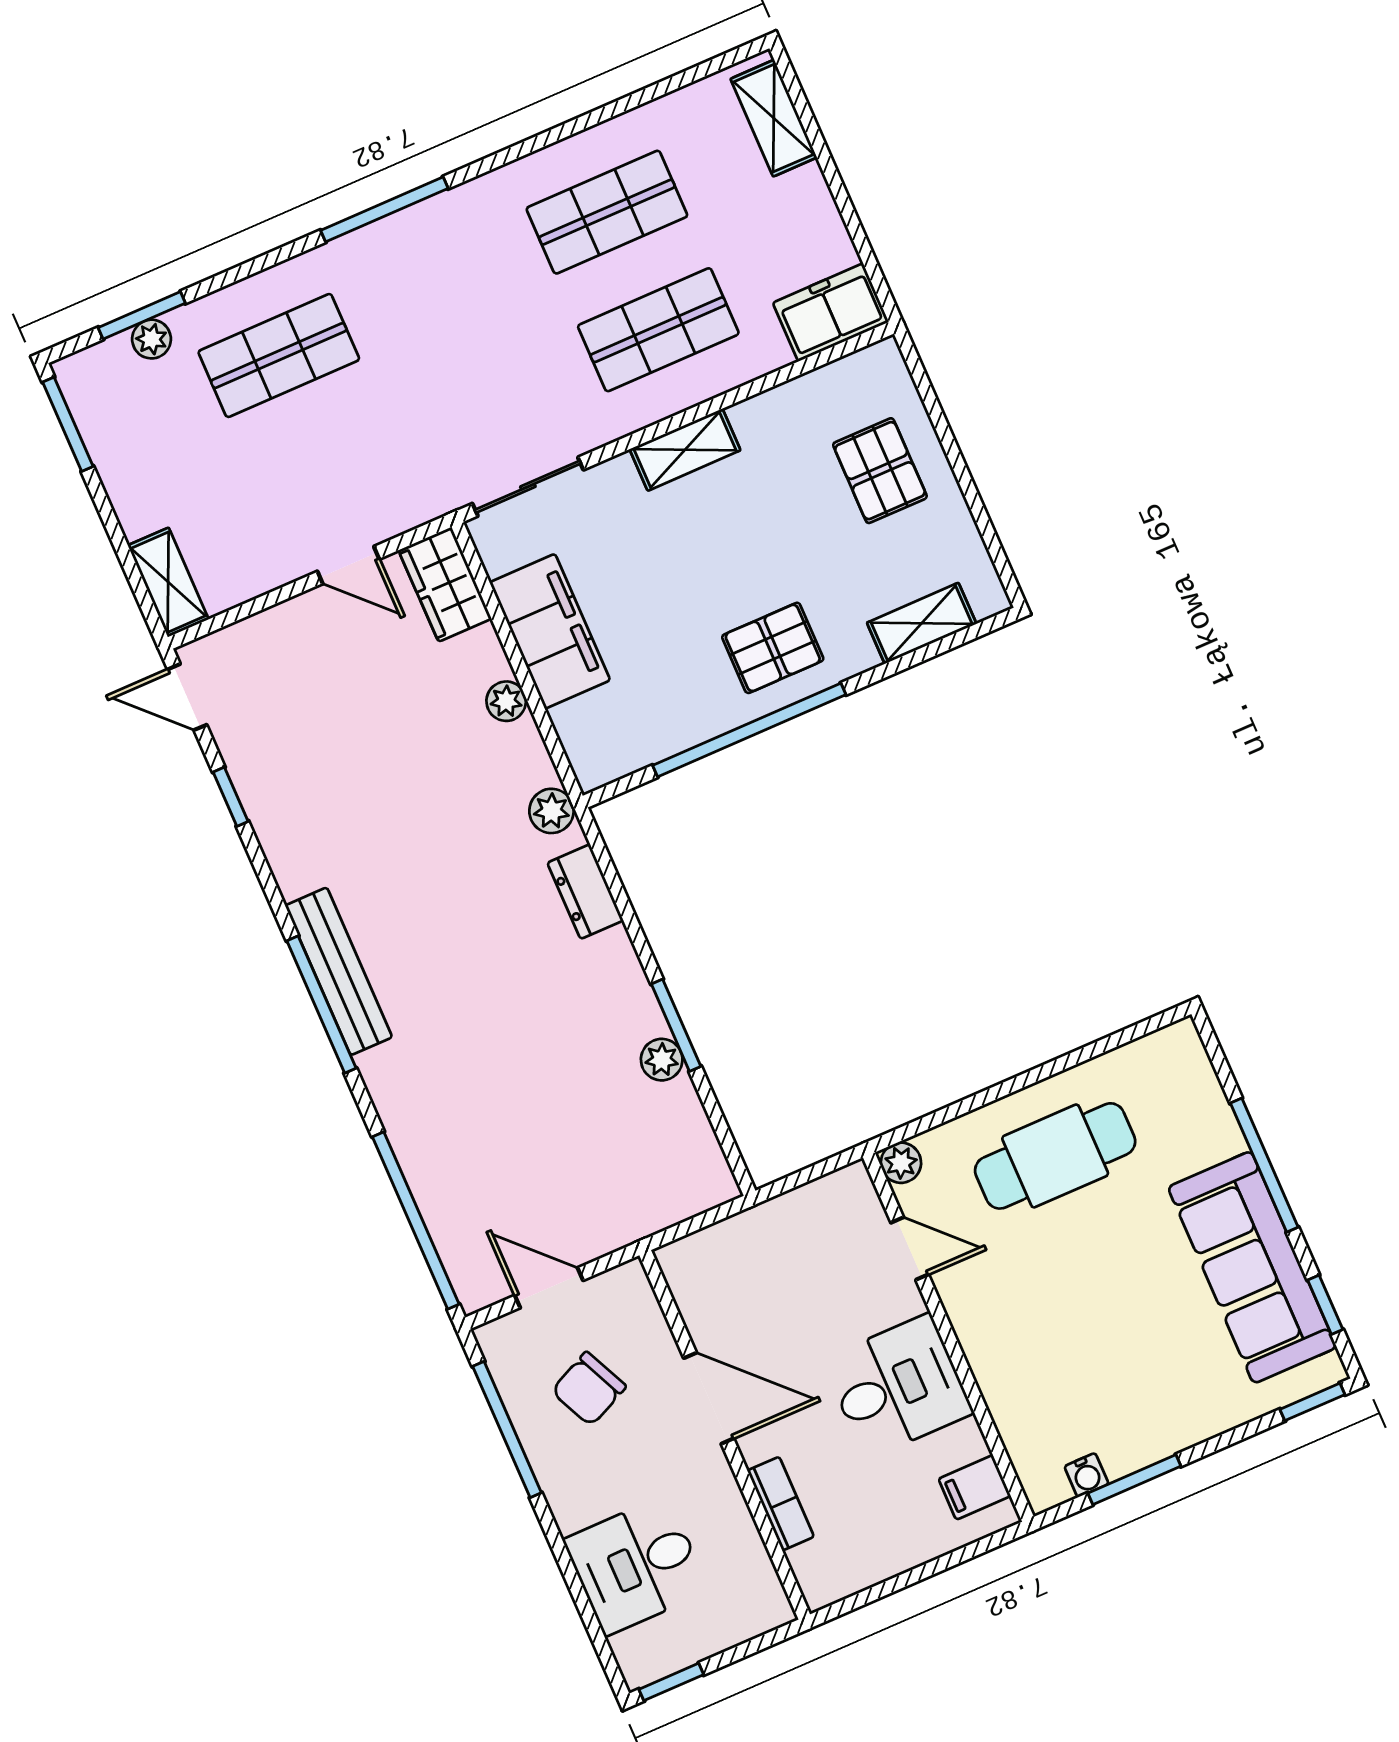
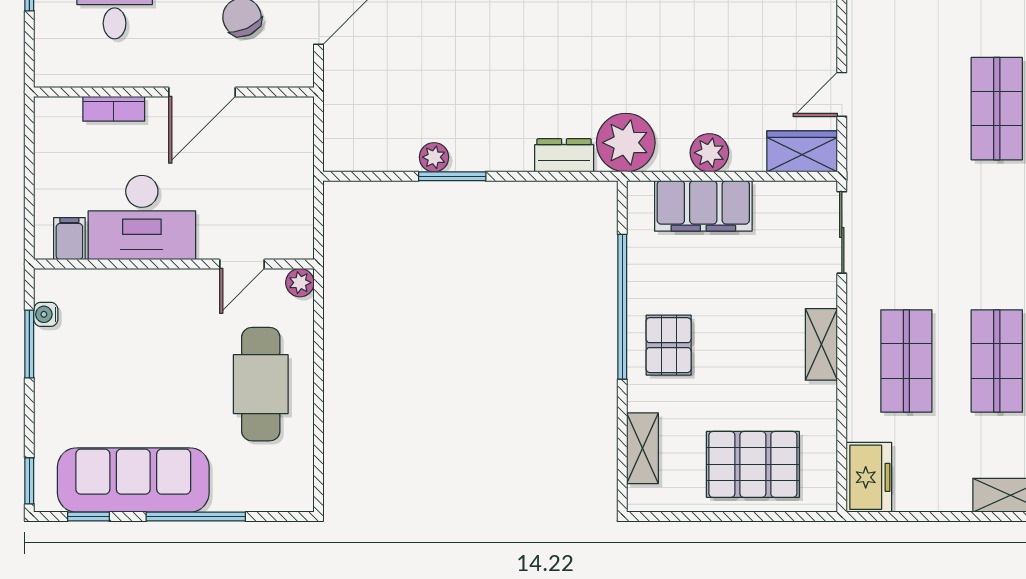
pallet: (880, 471) -> (753, 464), width x1.50, depth x1.42
filing cabinet: (550, 631) -> (703, 206), moved
plant: (506, 701) -> (709, 153), width x1.38, depth x1.38
plant: (551, 811) -> (626, 143), width x1.87, depth x1.87
desk: (898, 1386) -> (142, 218), width x1.37

